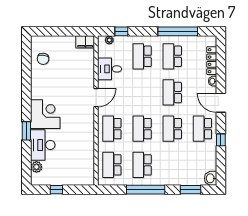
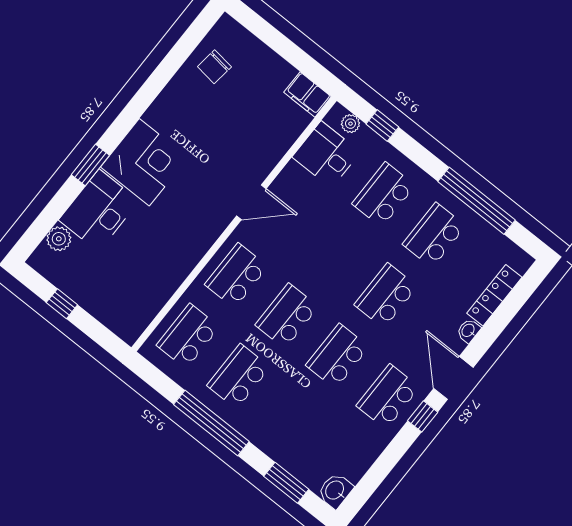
desk: (110, 69) -> (326, 155), moved
window: (221, 140) -> (423, 416), moved

